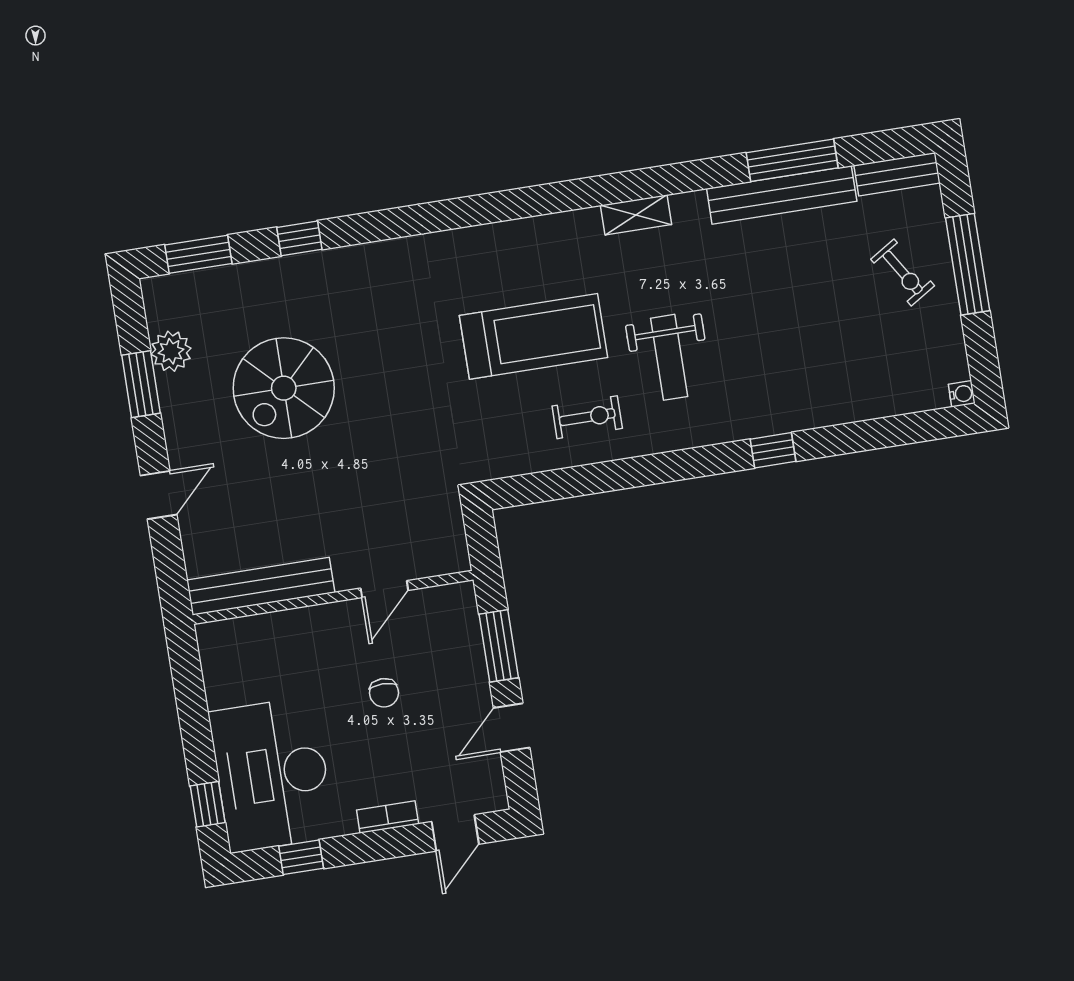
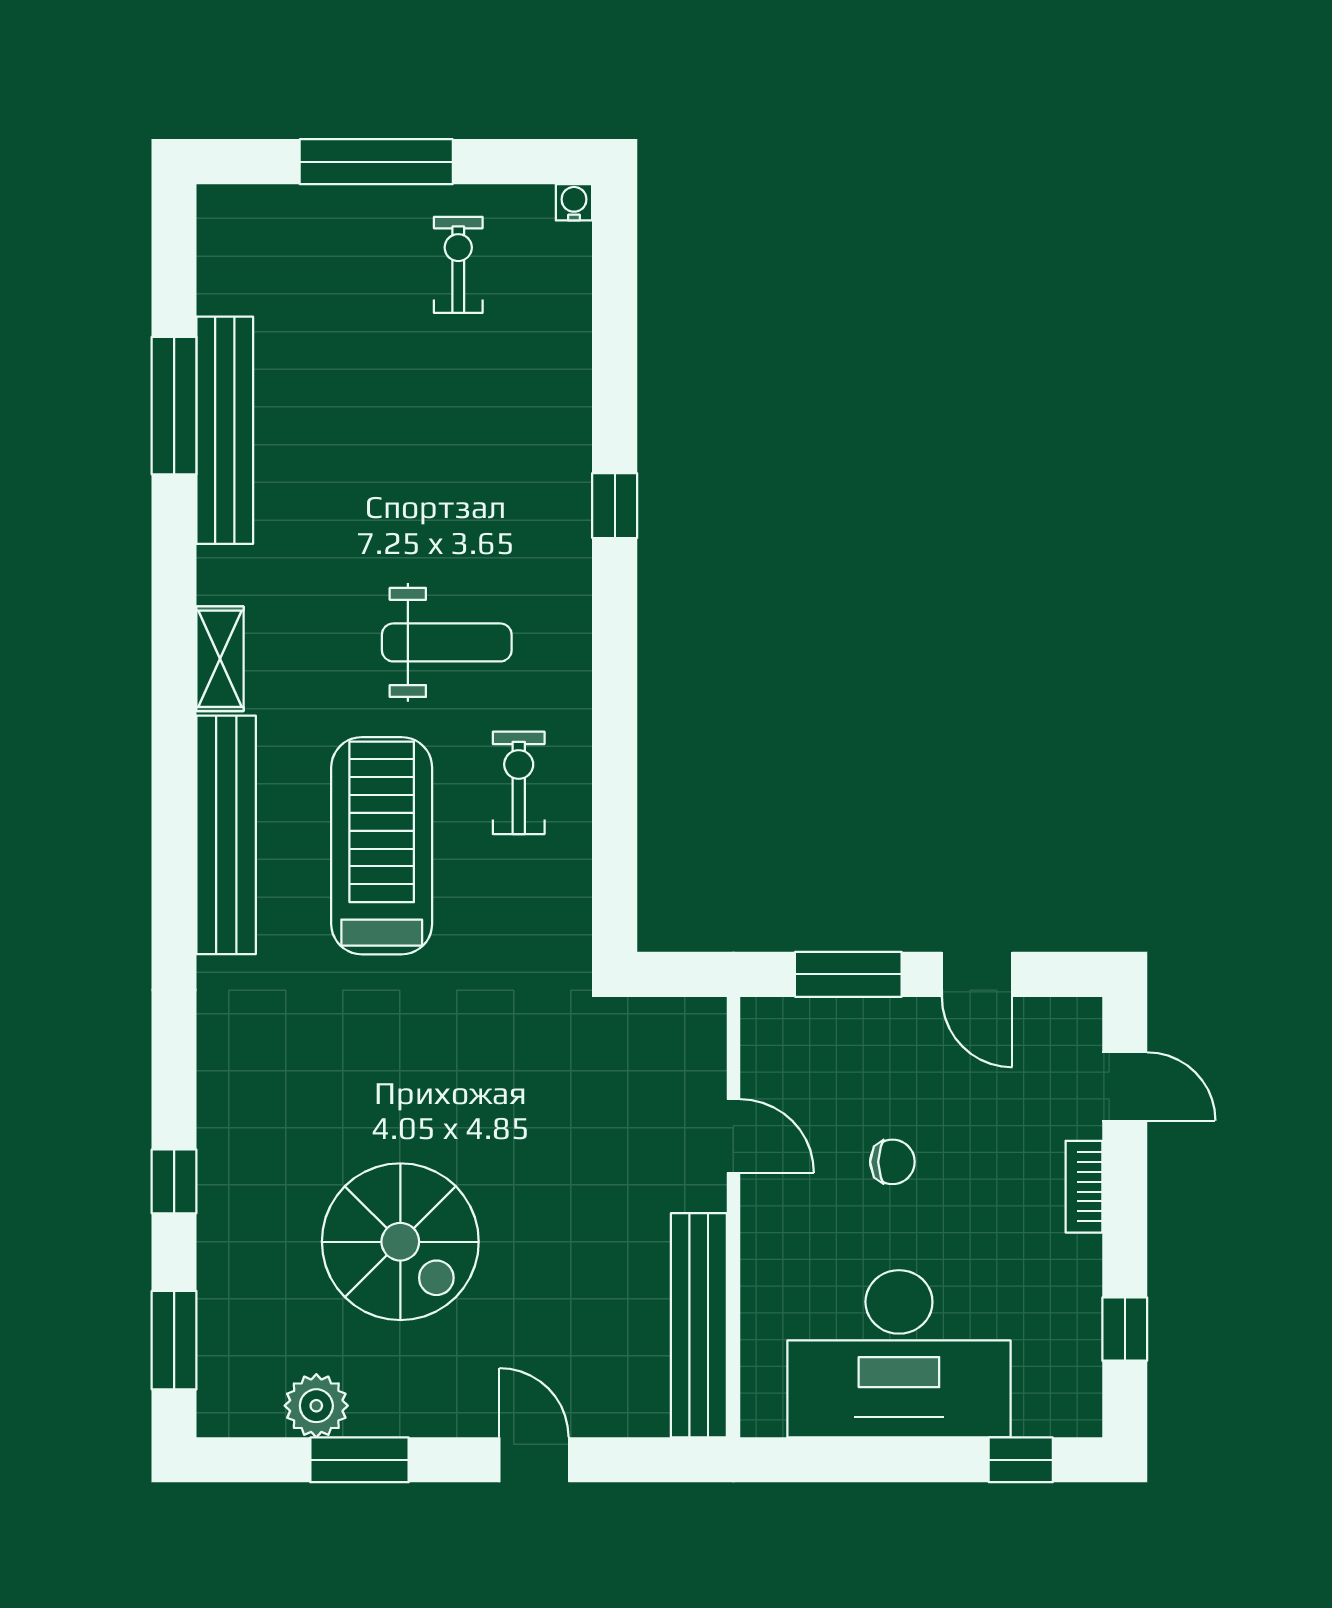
bench: (897, 174) -> (226, 835), moved, width x1.86, depth x1.21
exercise bike: (903, 272) -> (458, 265), moved, turned -58
desk: (272, 775) -> (899, 1354), moved

